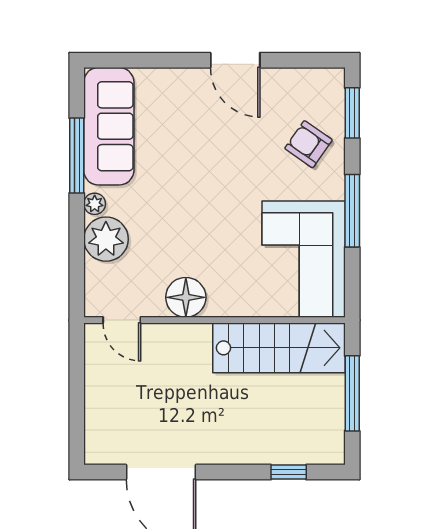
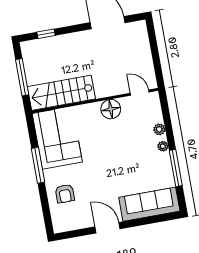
window: (352, 113) -> (46, 212), removed
sofa: (109, 126) -> (149, 204), moved, turned 90
armchair: (308, 144) -> (65, 194), turned 55
plant: (106, 239) -> (159, 129), width x0.53, depth x0.53

